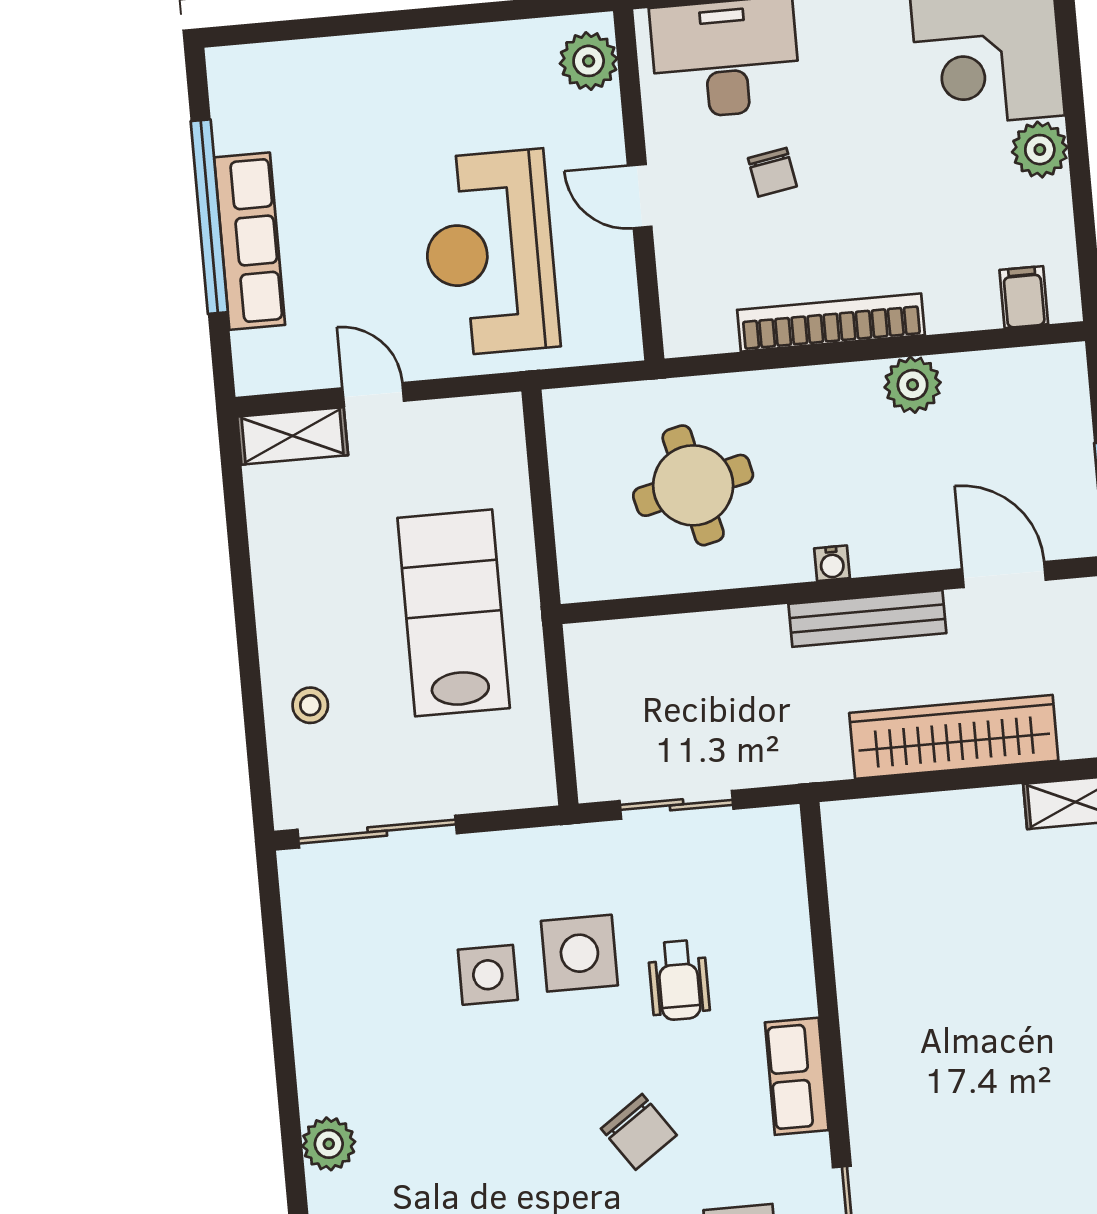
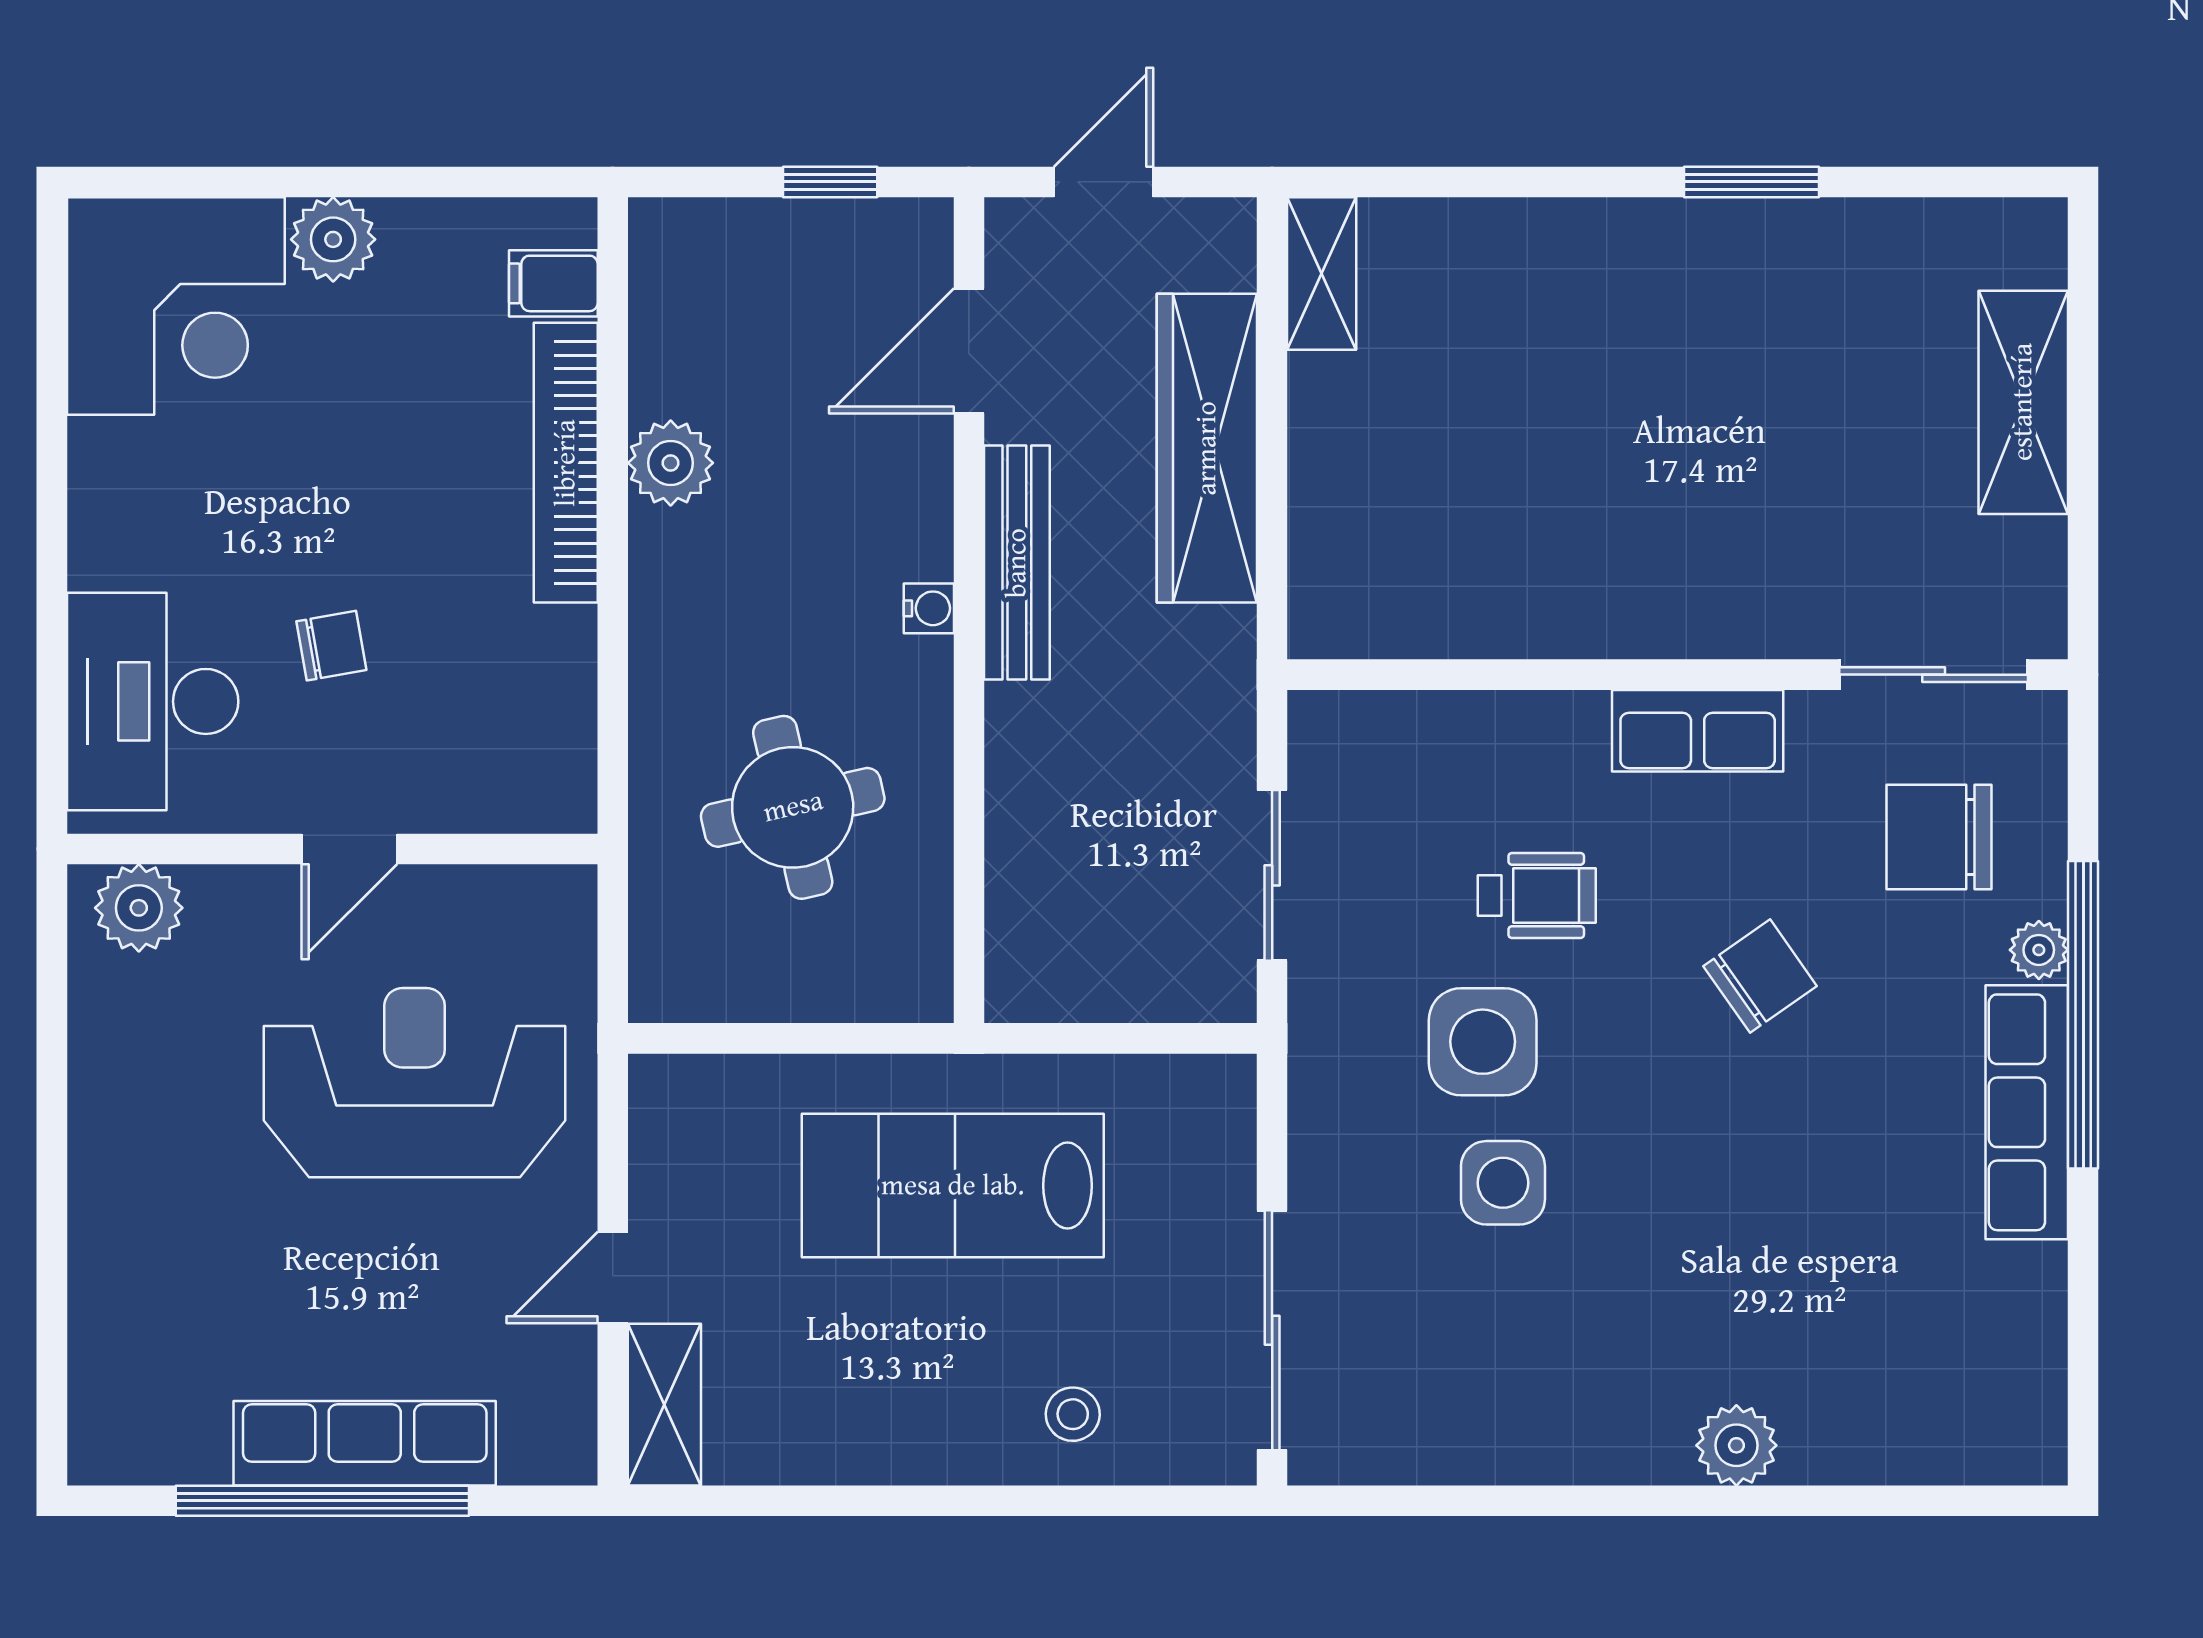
reception desk: (490, 253) -> (415, 1083), turned 180
bookcase: (831, 323) -> (566, 463), moved

